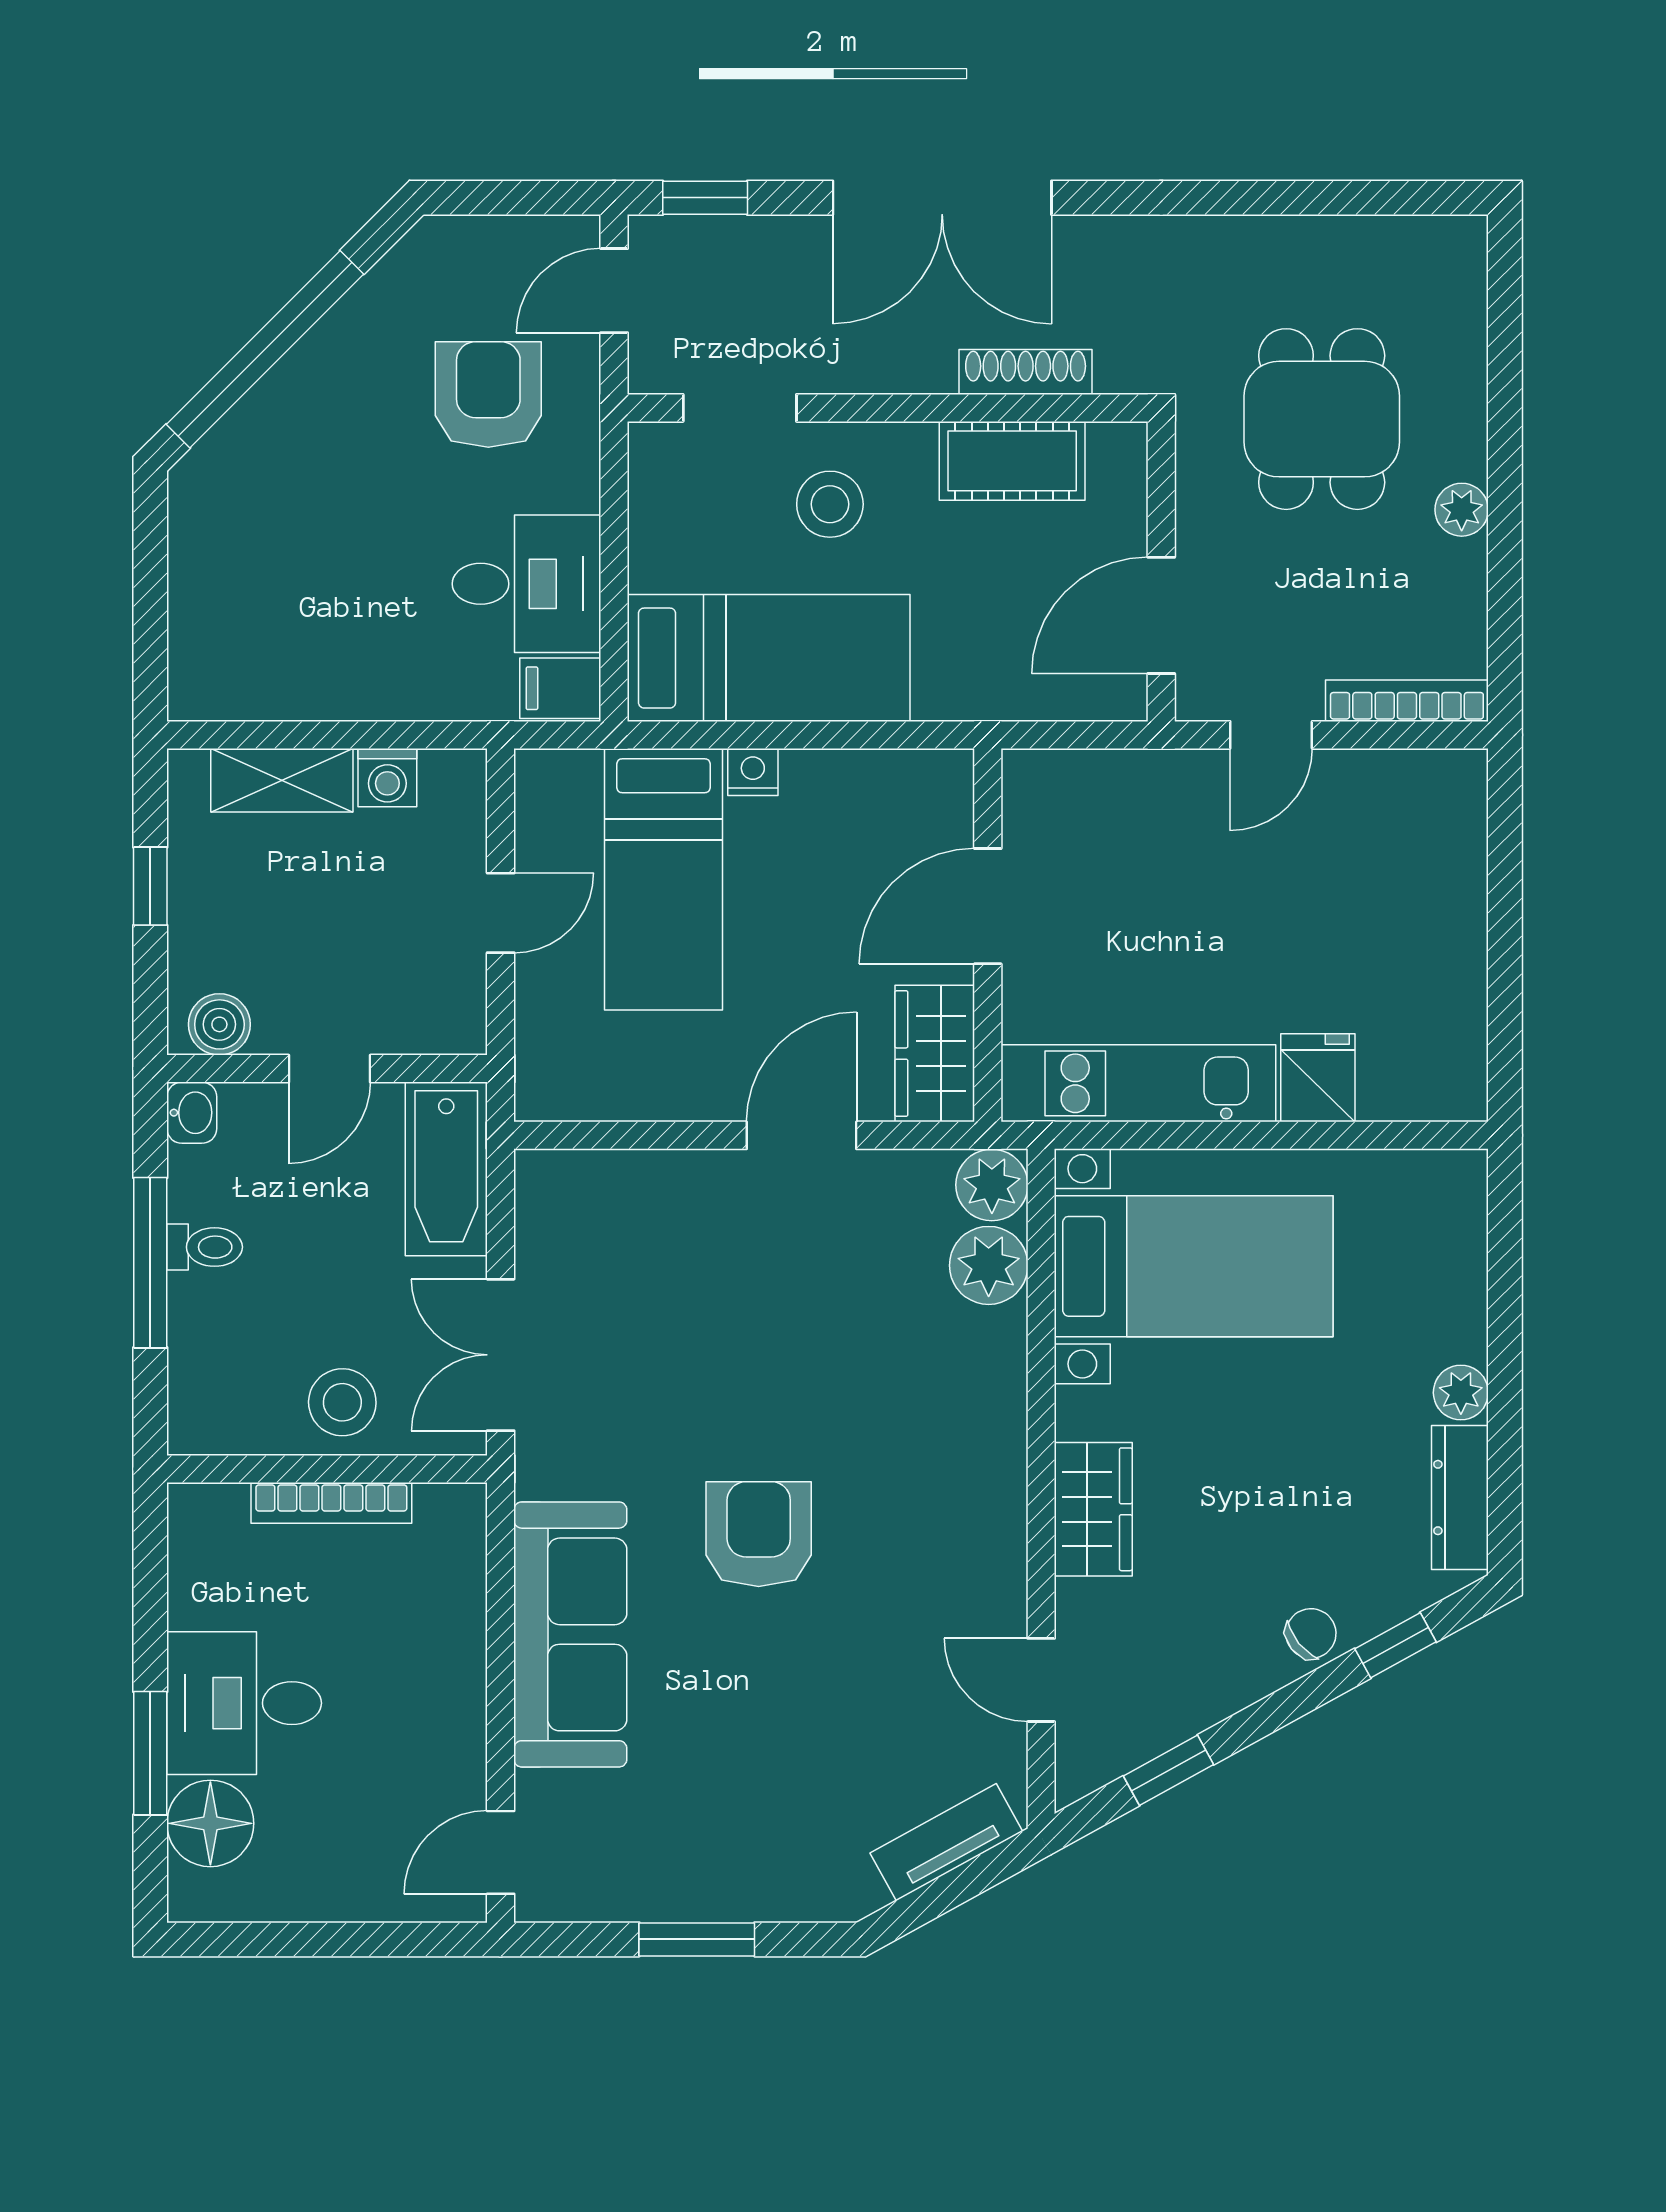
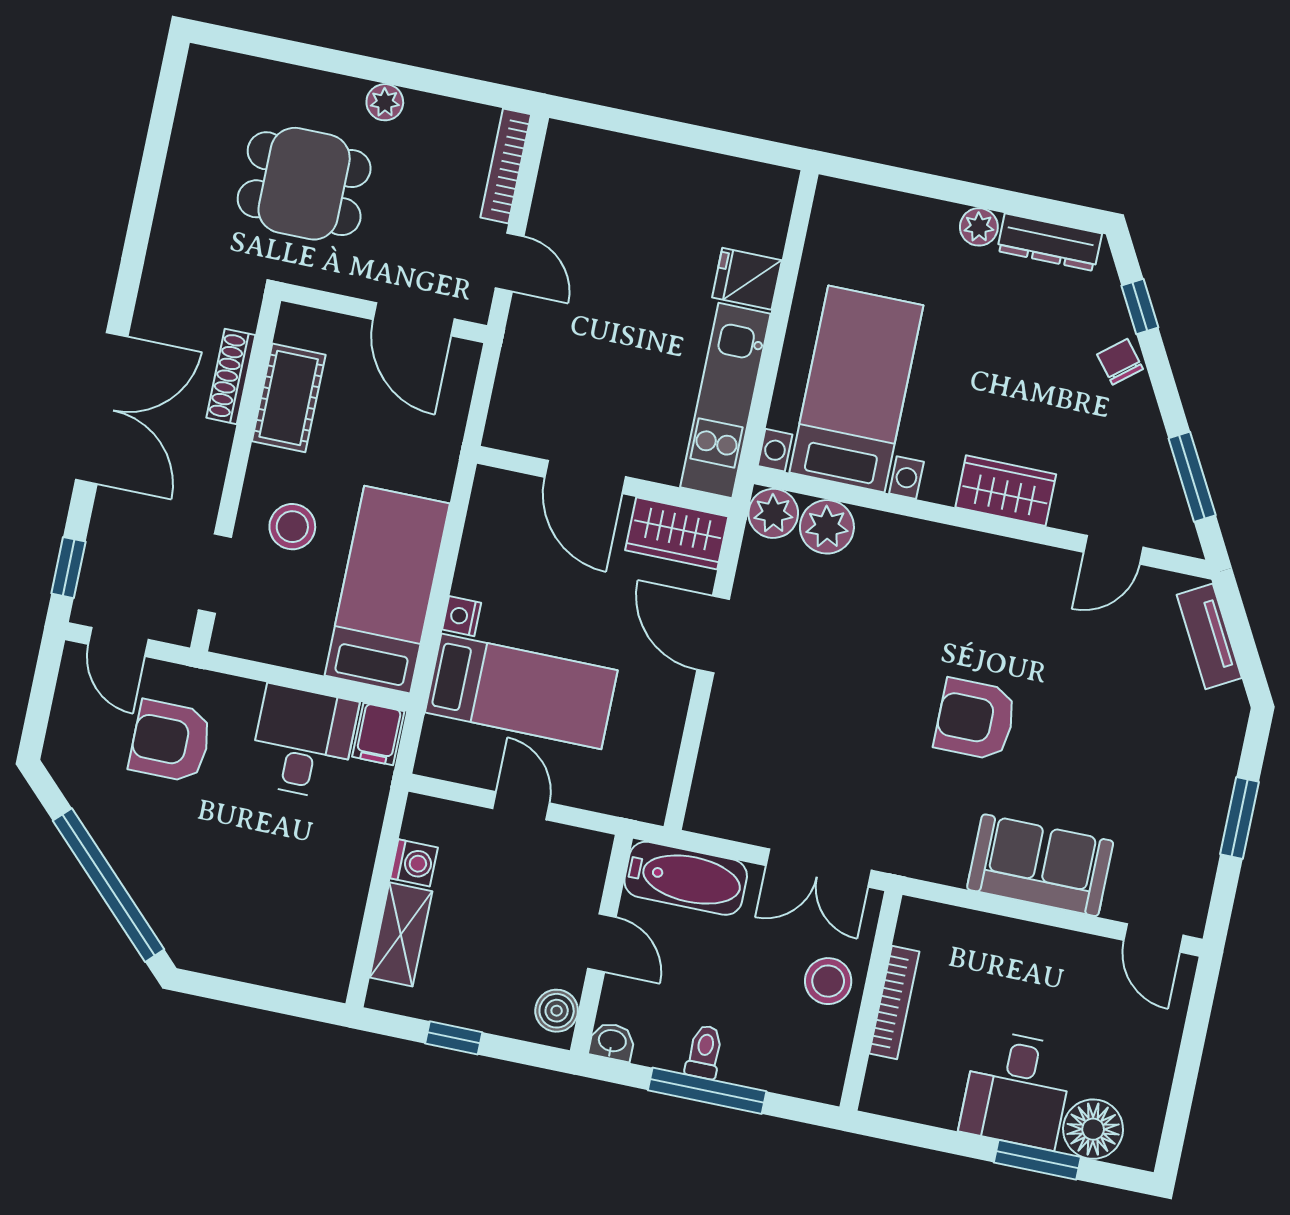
sofa: (570, 1634) -> (1040, 865), width x0.73
window: (1168, 1770) -> (1192, 477), width x1.50

